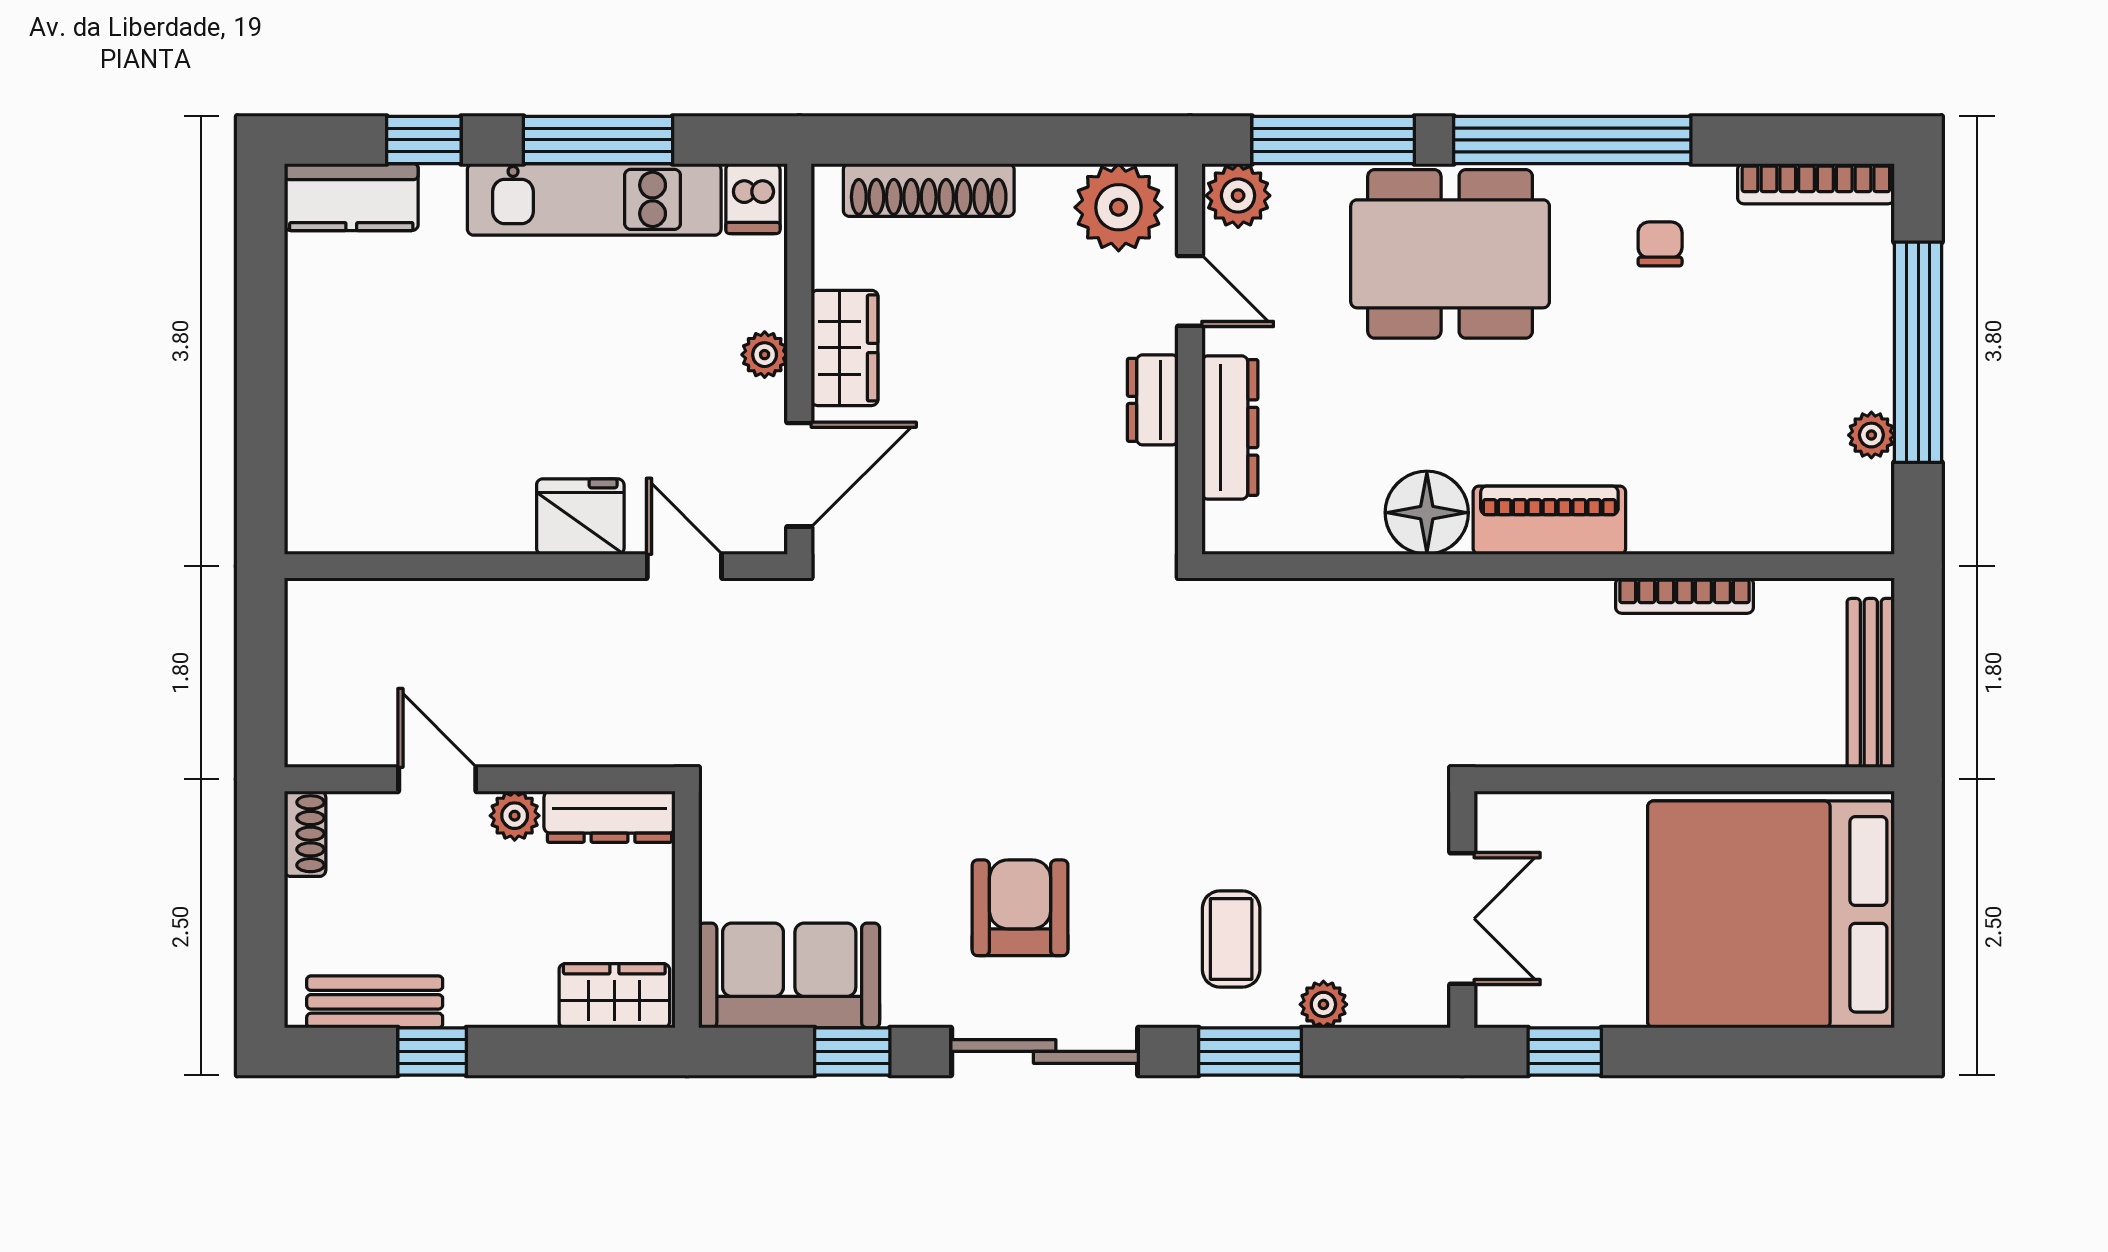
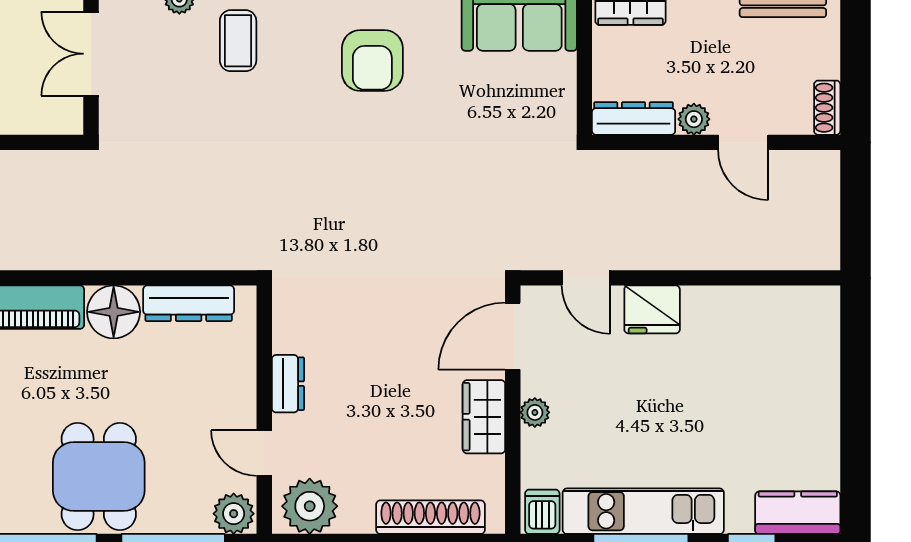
dining table: (1450, 254) -> (99, 477), width x0.73
dresser: (1230, 427) -> (189, 303), moved, turned -90

